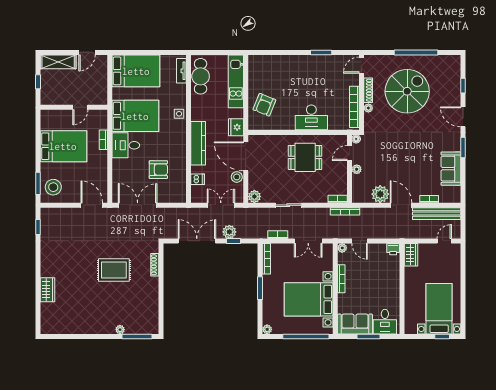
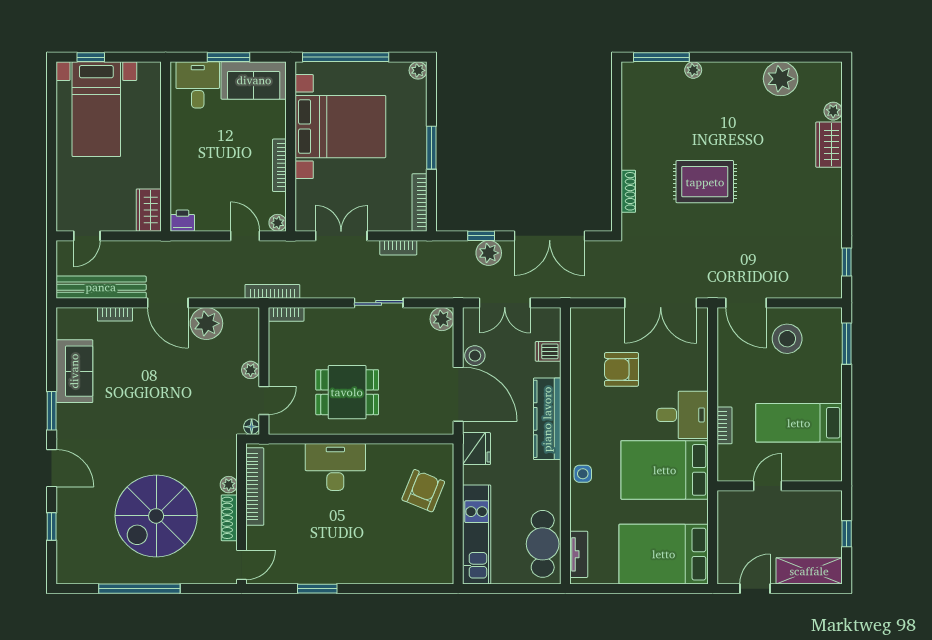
bed: (63, 146) -> (799, 423), width x0.67
stool: (53, 187) -> (787, 339), moved
plant: (45, 308) -> (833, 111), added
plant: (73, 325) -> (781, 79), added

